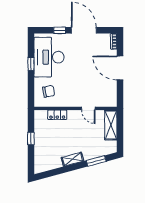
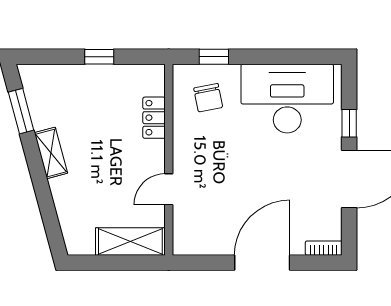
window: (31, 64) -> (214, 57), moved
window: (96, 161) -> (21, 111), moved

